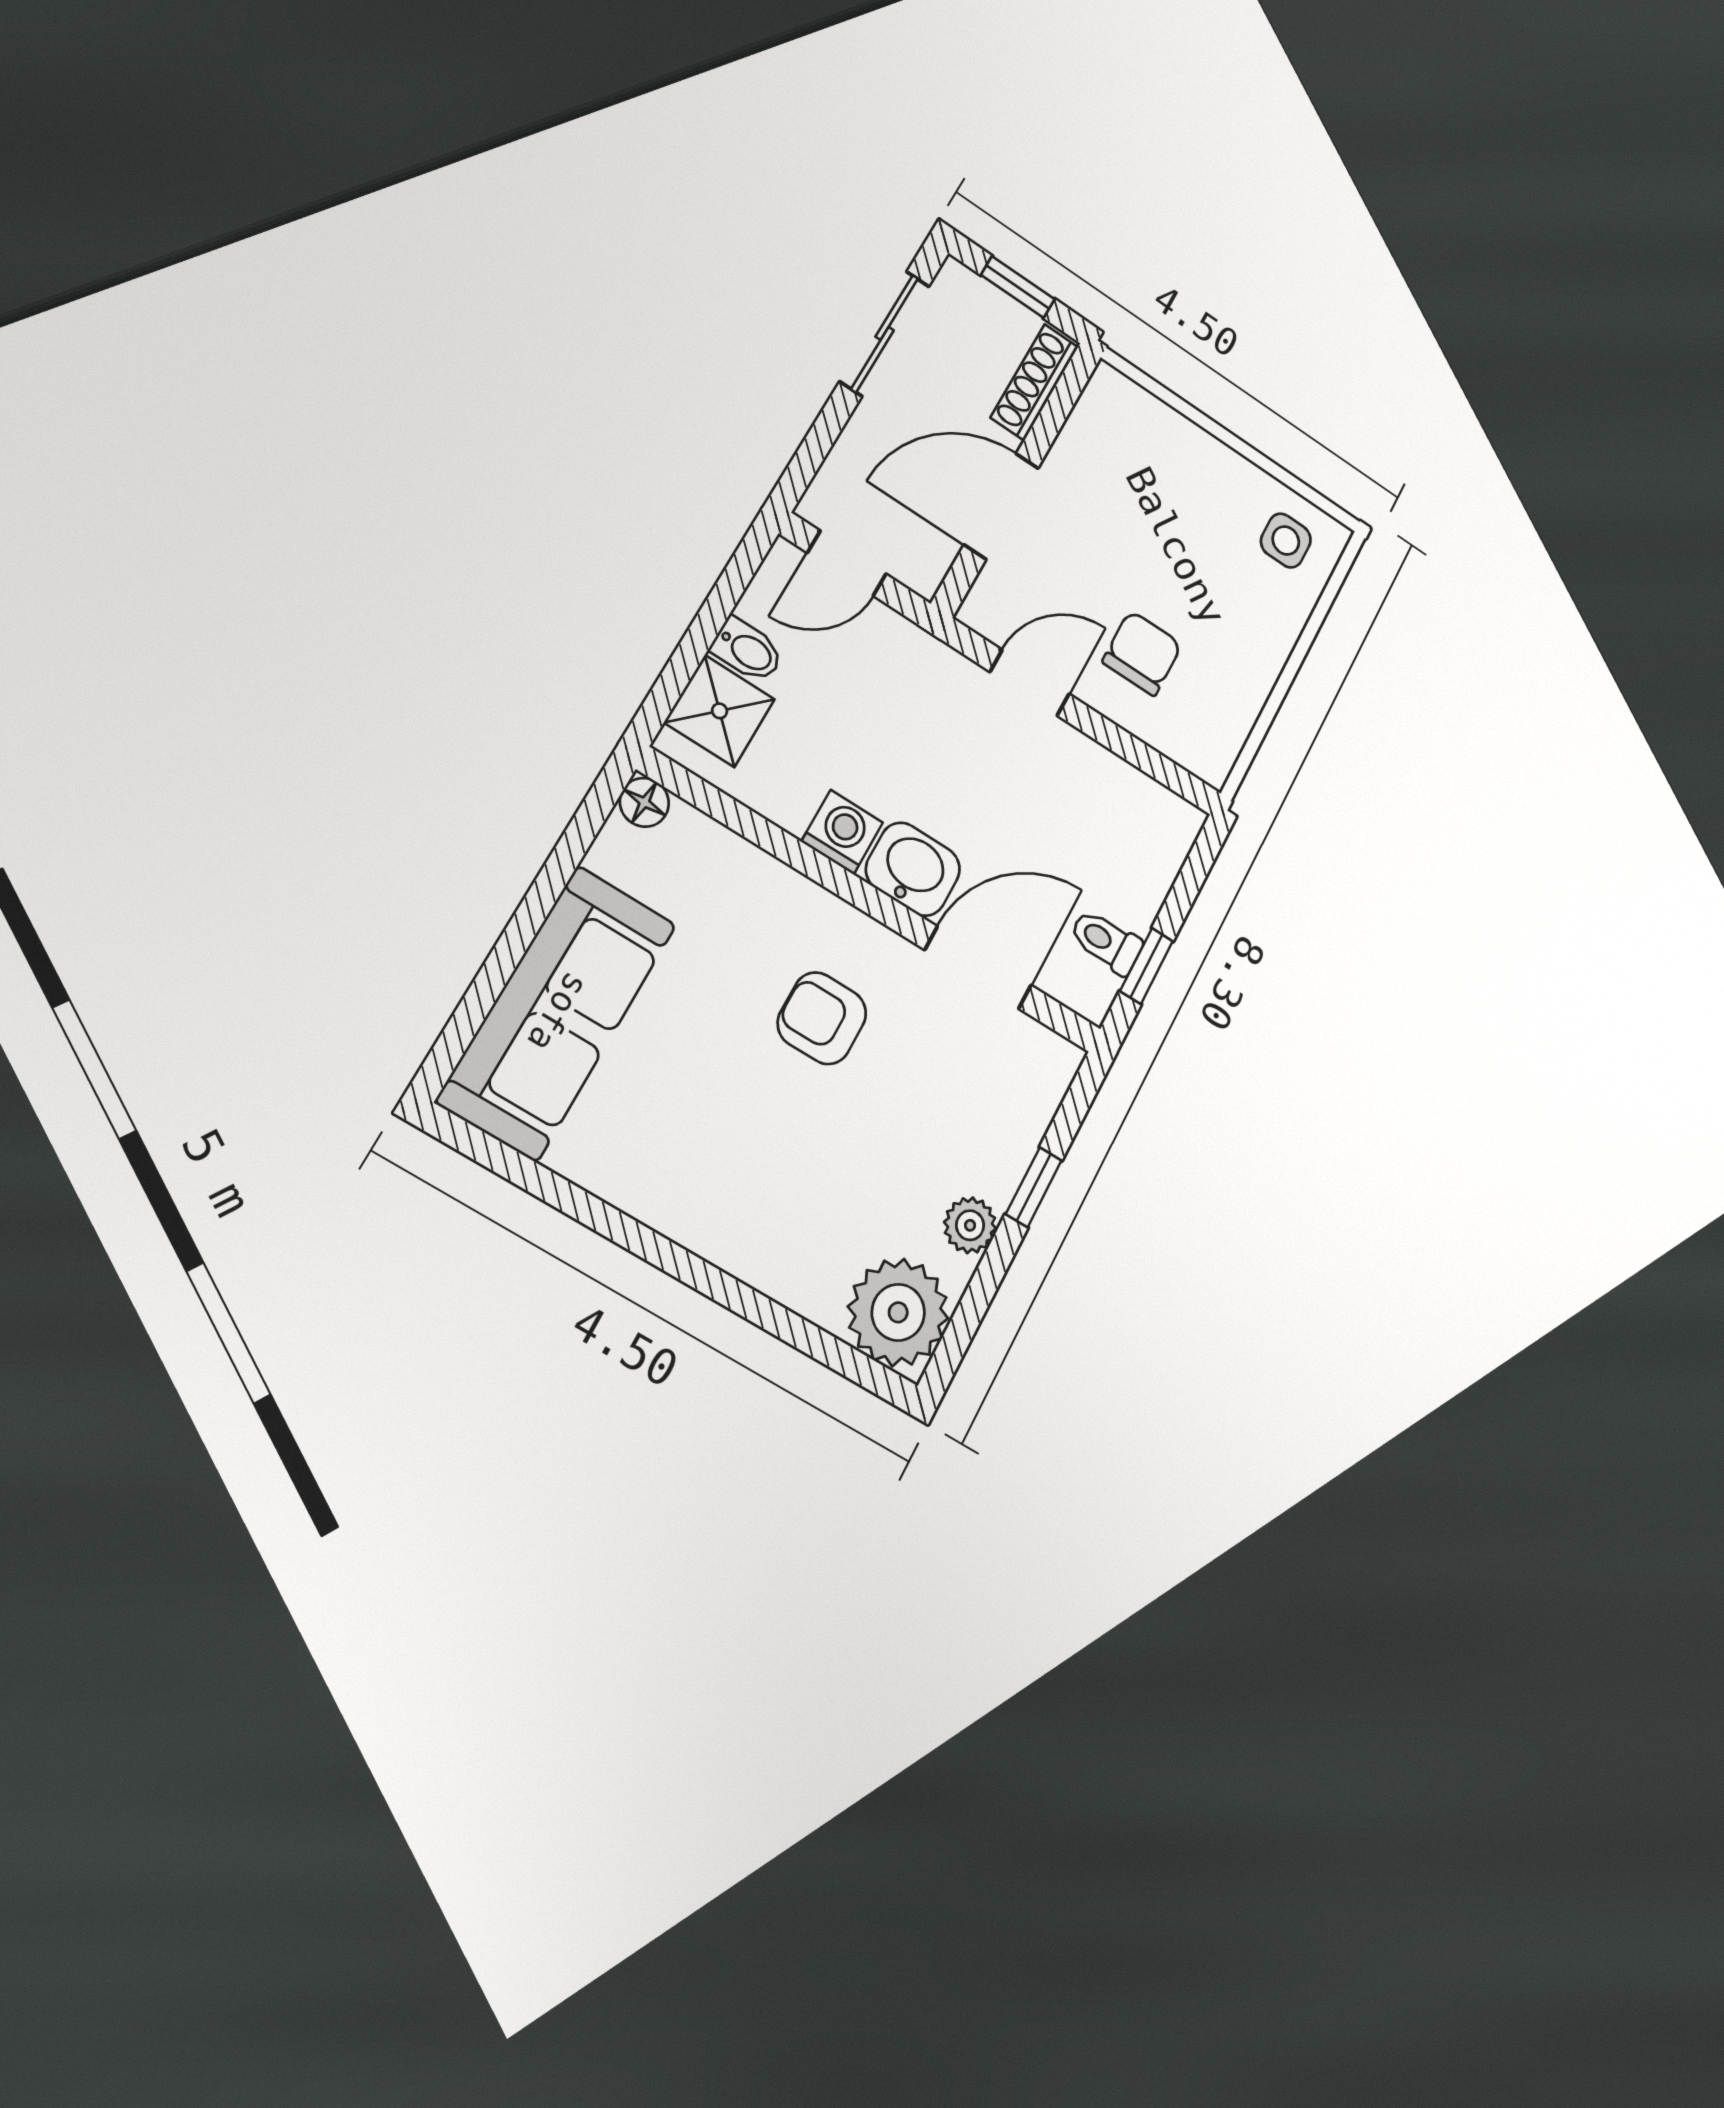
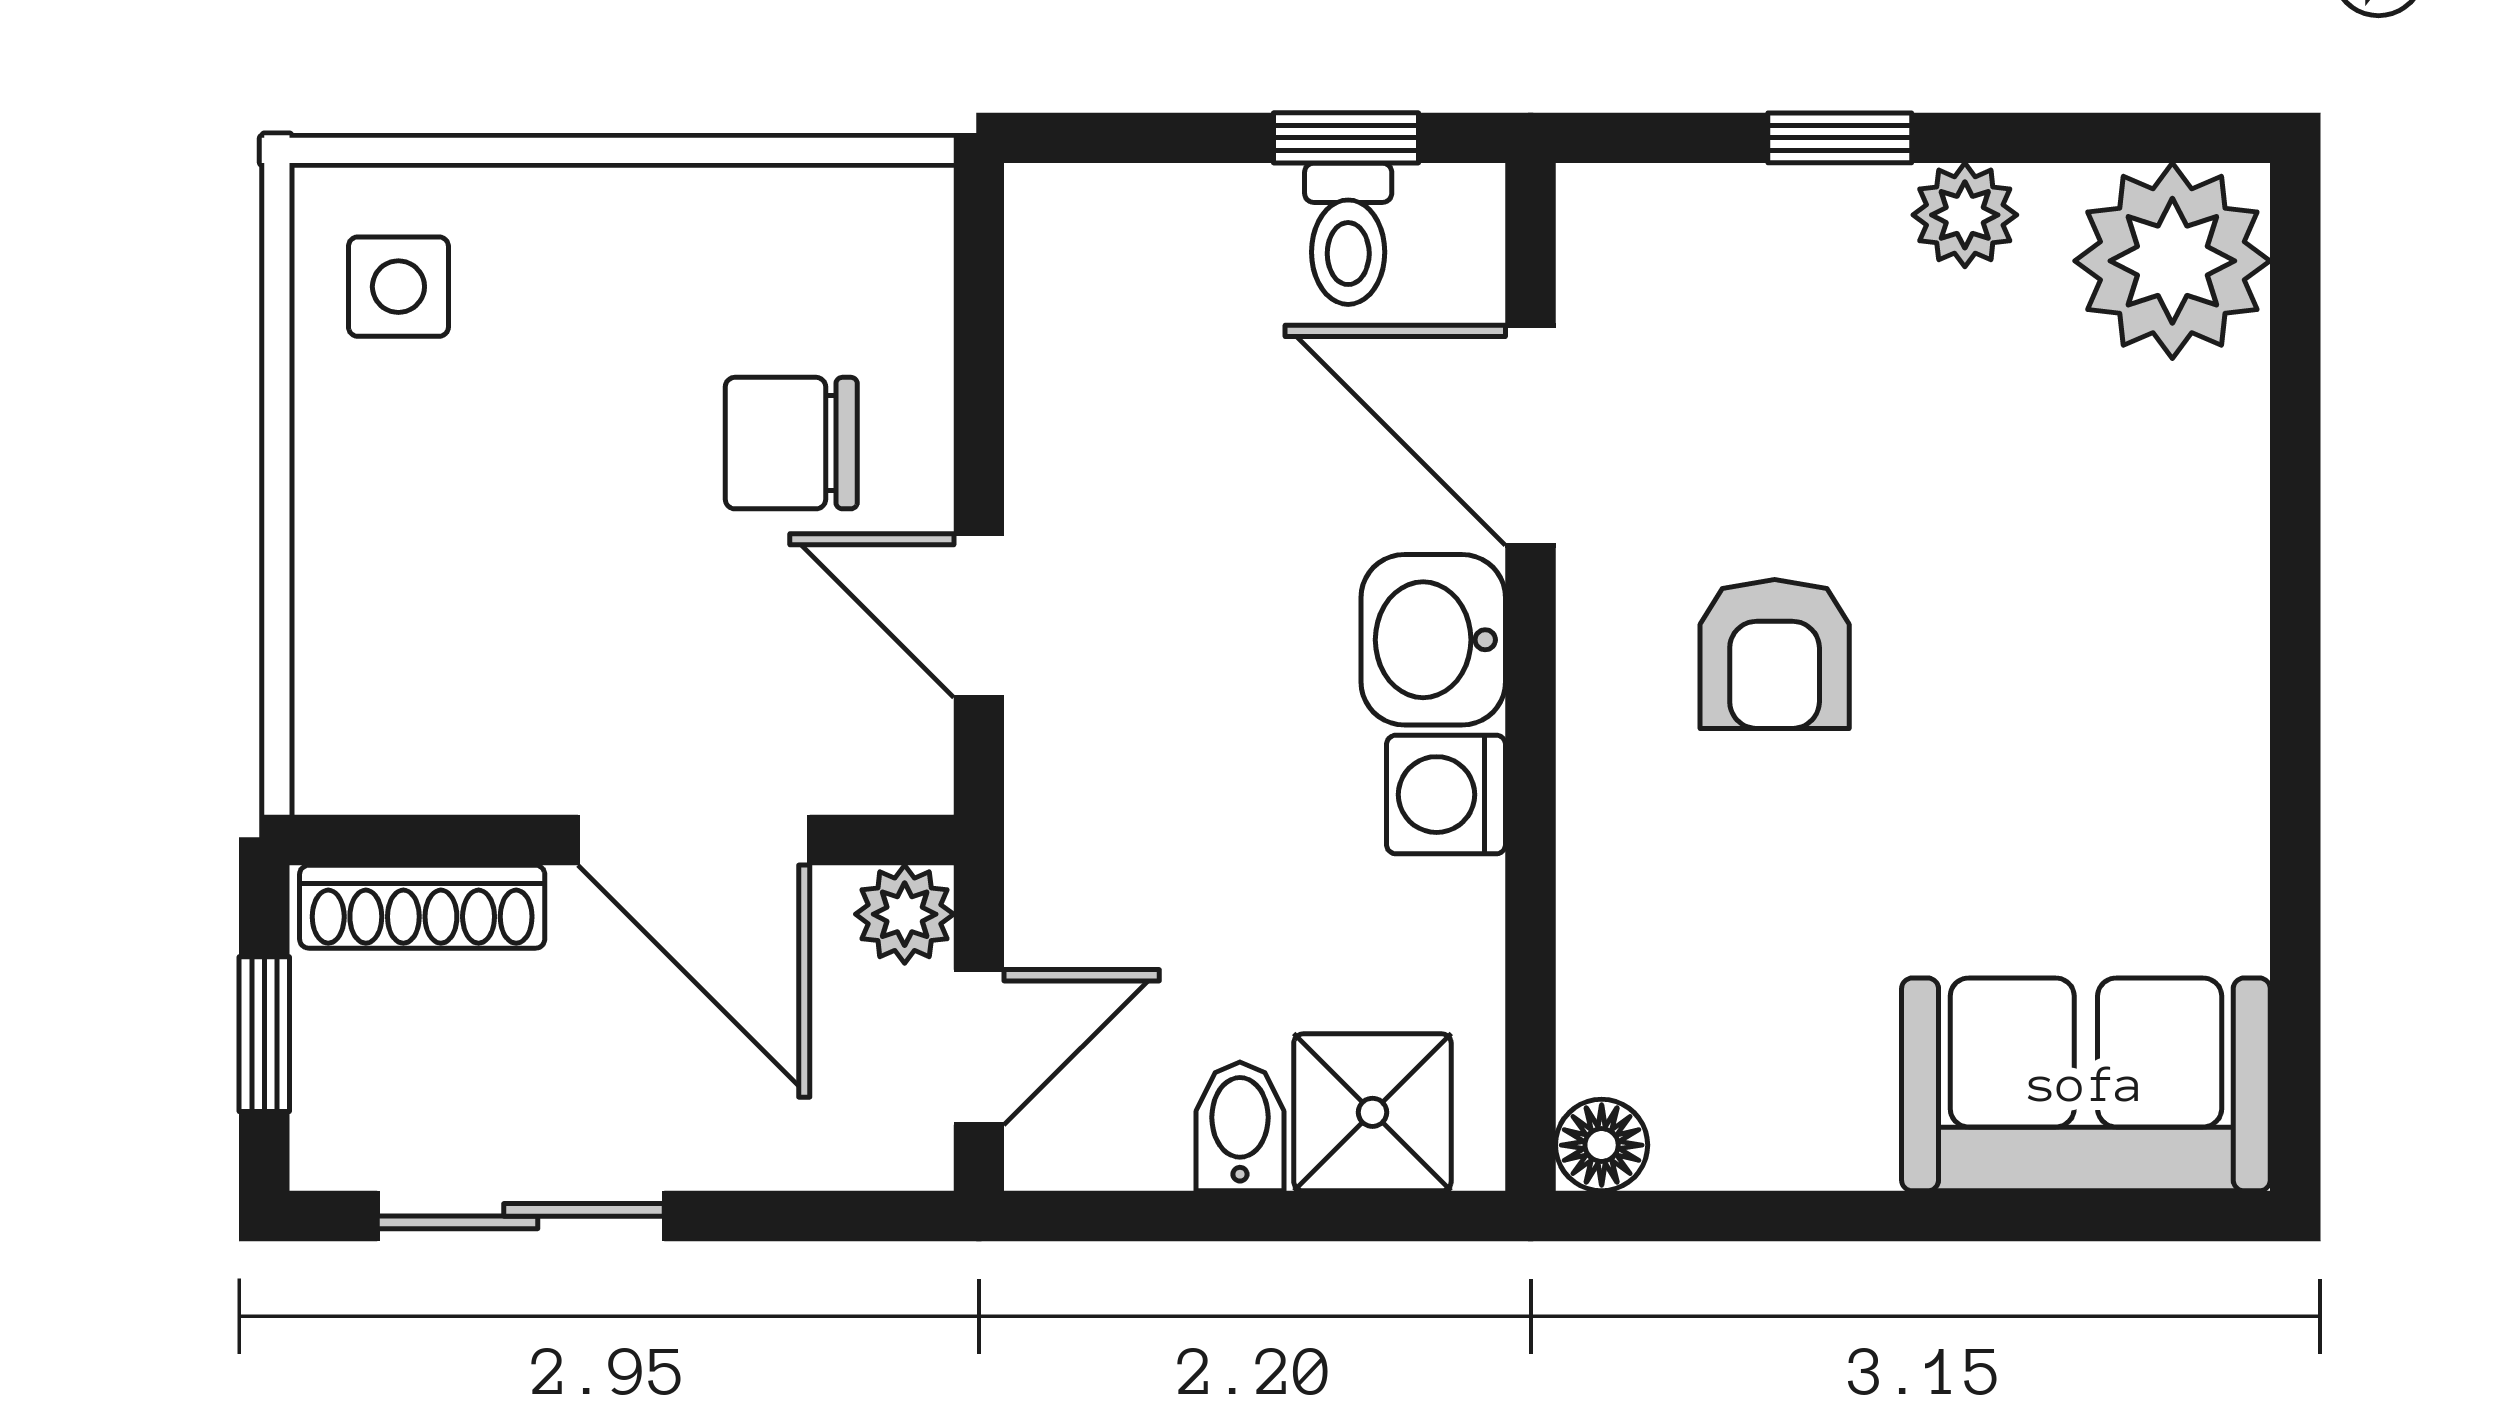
door: (847, 563) -> (979, 1047), hinge flipped
plant: (921, 570) -> (905, 914), added
sofa: (558, 1012) -> (2086, 1084), width x0.73

